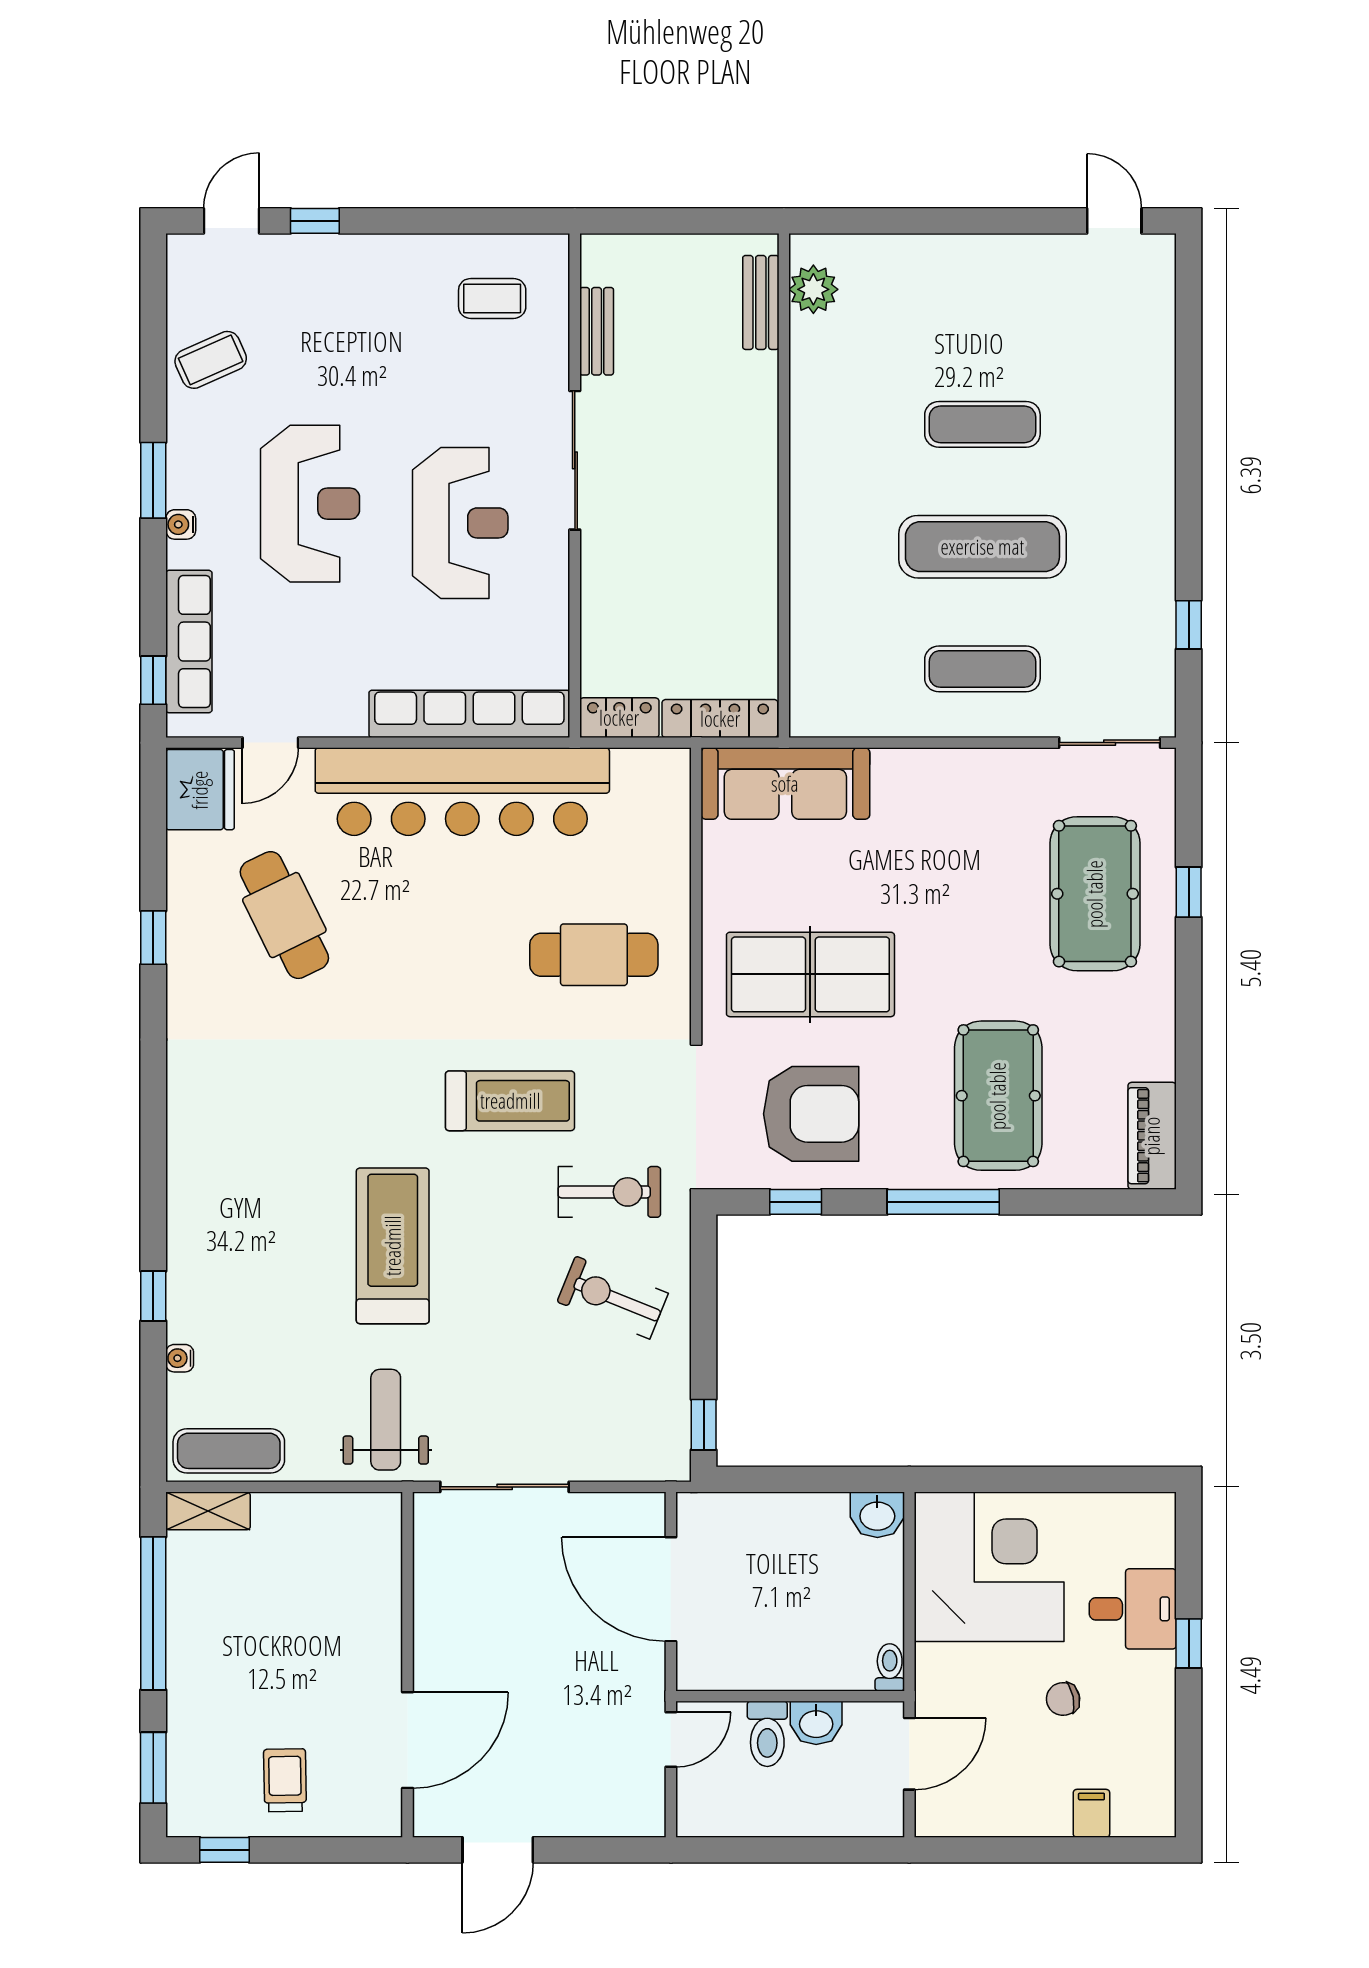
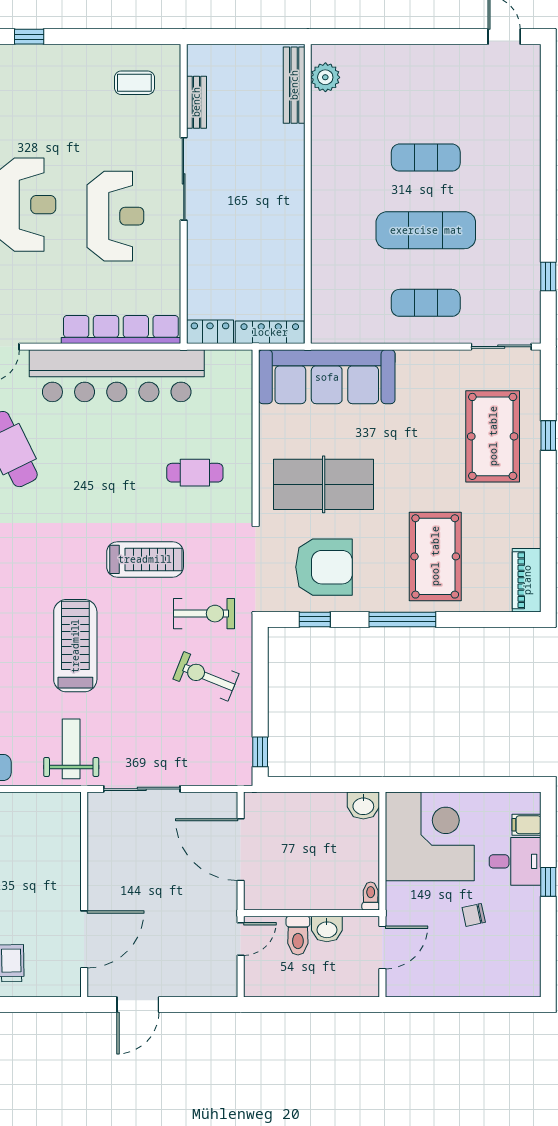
bench: (761, 302) -> (294, 85), width x1.36
sofa: (785, 784) -> (327, 377), width x1.36, depth x1.27
cafe table: (594, 955) -> (195, 473), width x0.73, depth x0.74
filing cabinet: (1091, 1813) -> (527, 825), moved, turned -90

